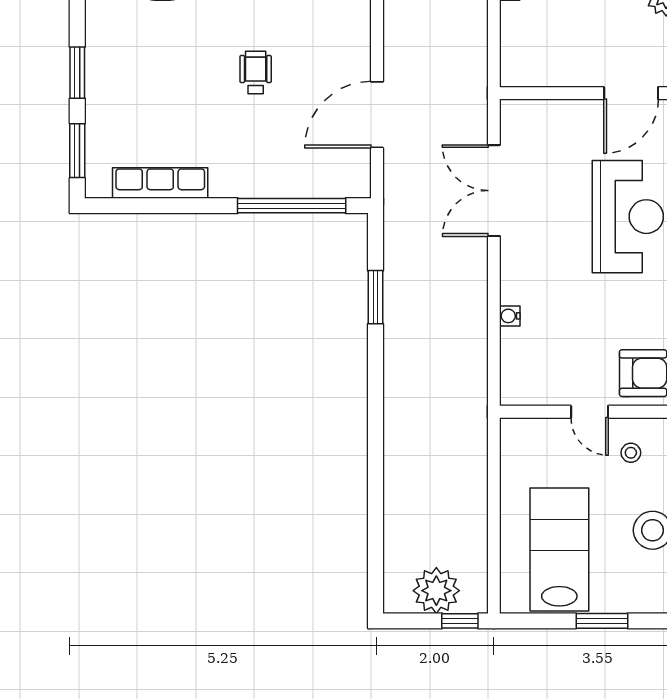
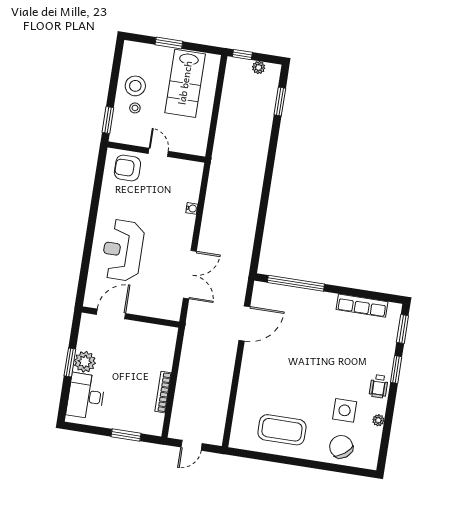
wheelchair: (256, 72) -> (379, 386), moved
window: (375, 297) -> (280, 101), moved
stool: (631, 453) -> (135, 108), moved
plant: (436, 591) -> (259, 67), width x0.53, depth x0.53

